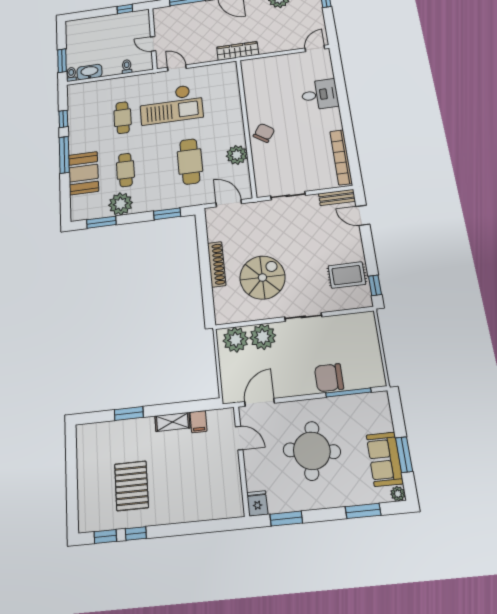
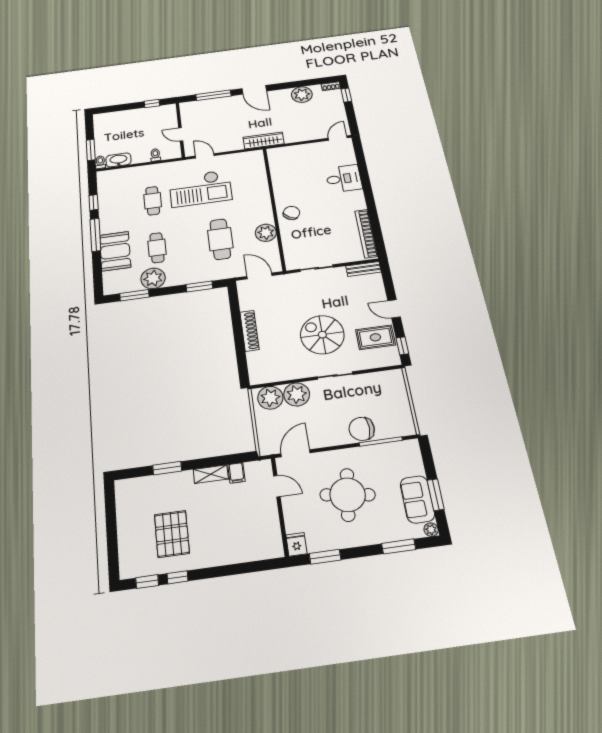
door: (363, 215) -> (394, 309), moved
spiral stairs: (262, 278) -> (322, 335), moved, turned -90

